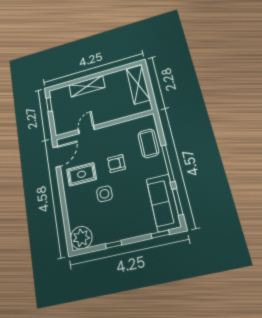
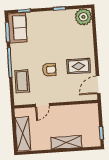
door: (86, 130) -> (42, 105), moved
side table: (104, 194) -> (62, 47), removed
sofa: (163, 203) -> (17, 28), width x0.73

